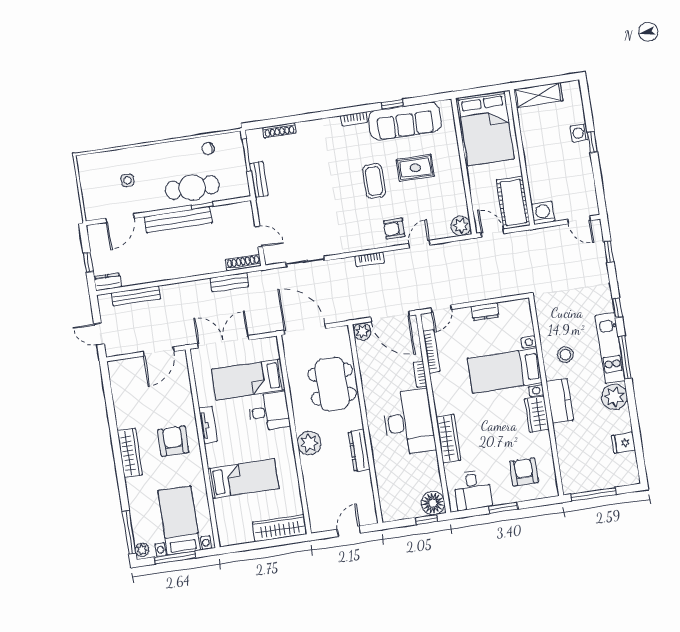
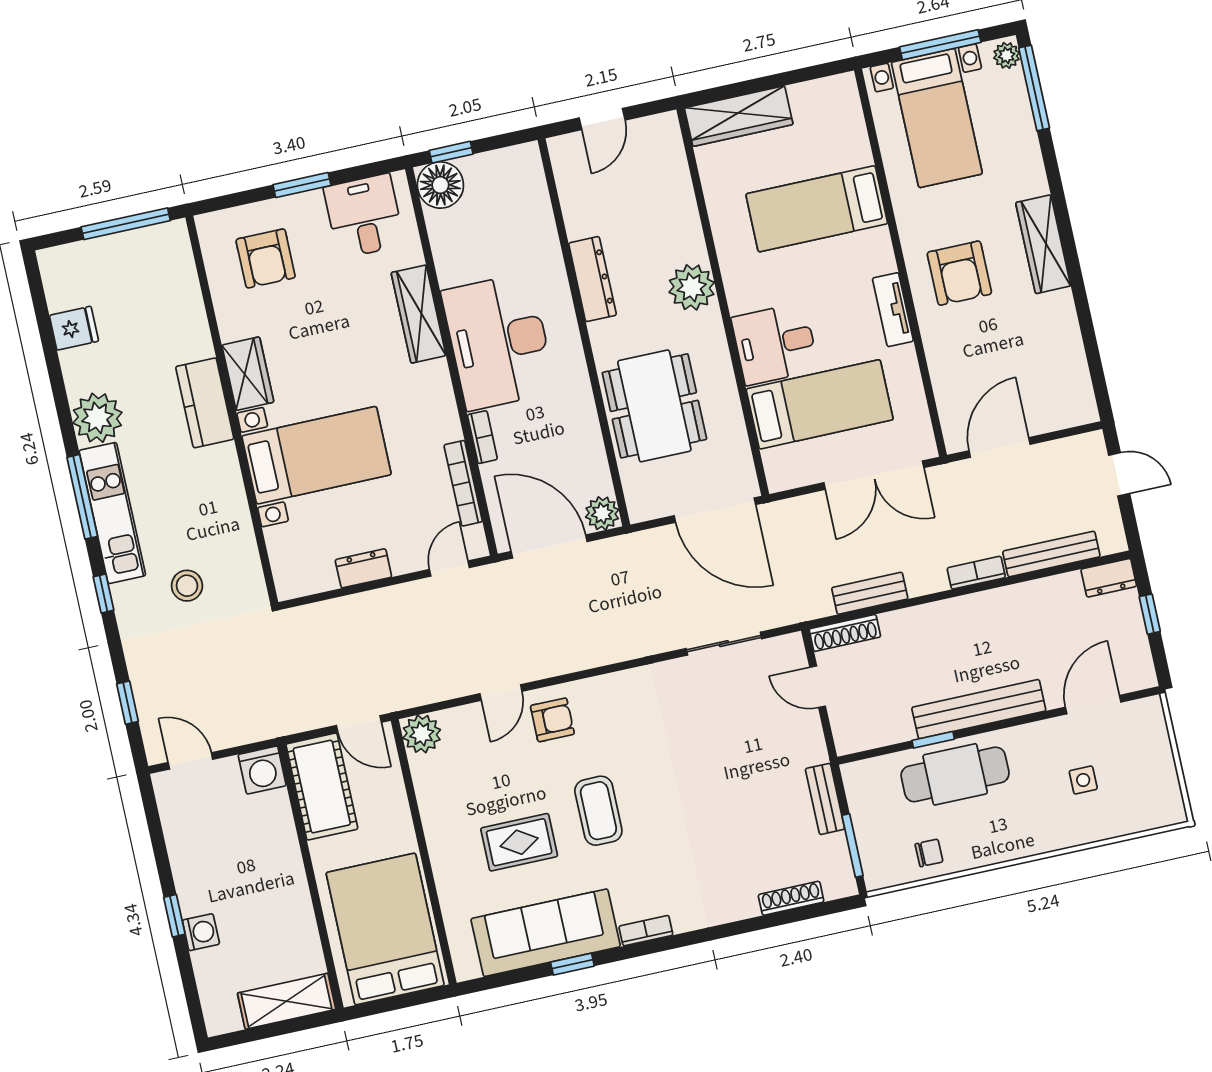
bookcase: (370, 259) -> (976, 573), moved
stool: (565, 355) -> (187, 586), moved

